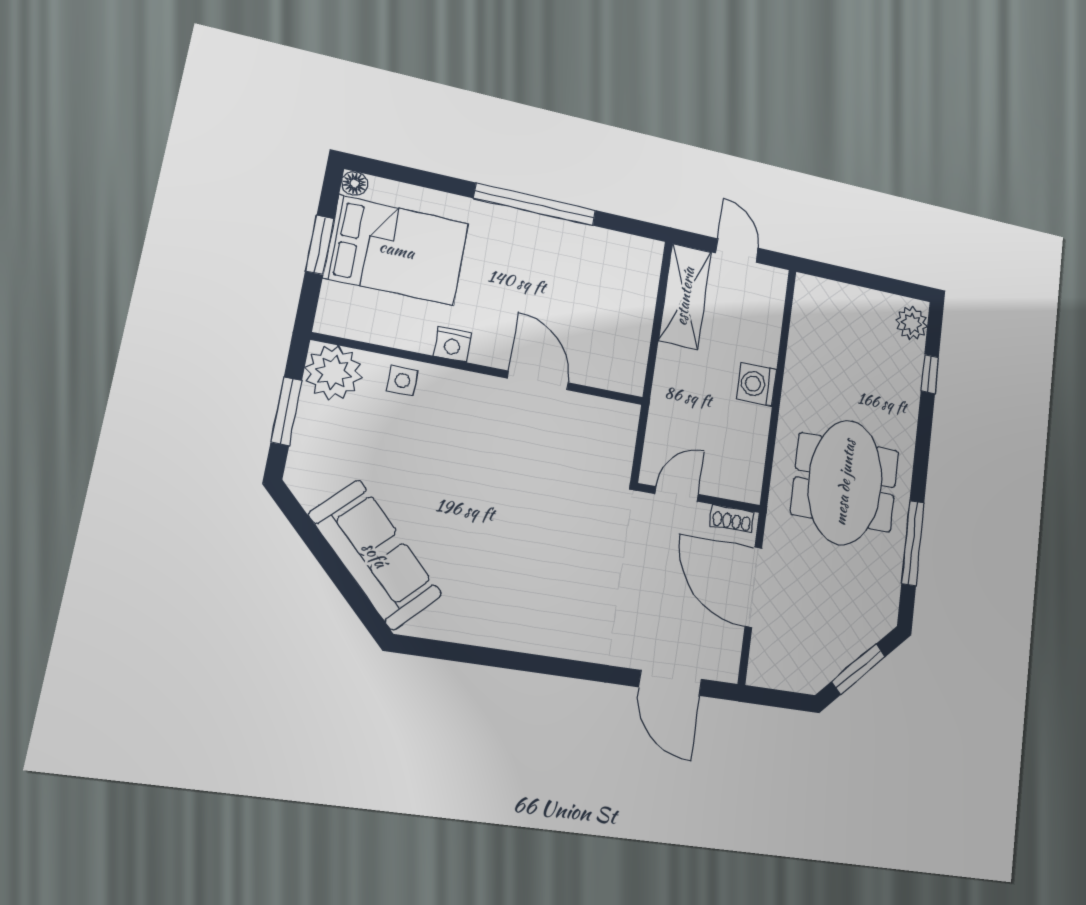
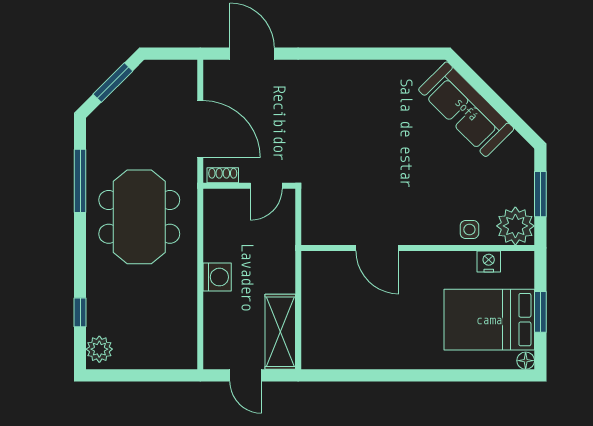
window: (535, 204) -> (400, 375), removed
nightstand: (452, 344) -> (489, 261), moved

